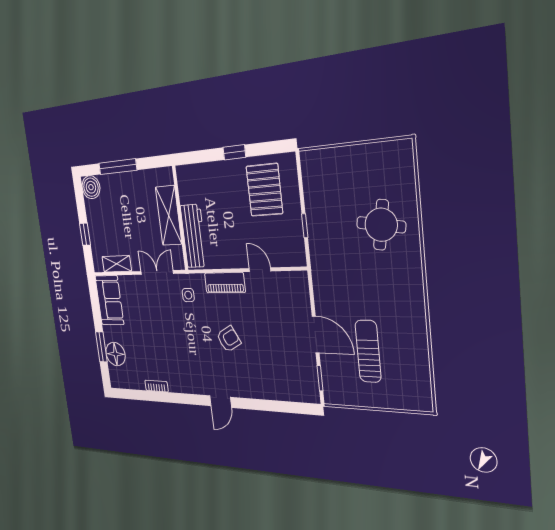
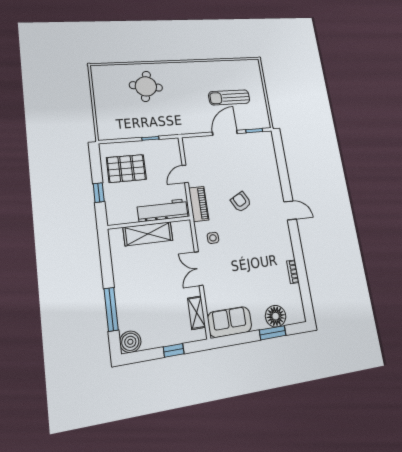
shelving: (169, 216) -> (148, 234), moved
wall: (180, 218) -> (149, 223), moved
workbench: (194, 236) -> (163, 210), moved

